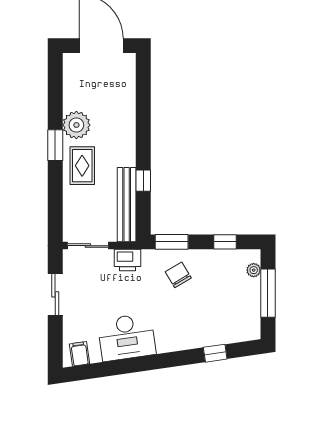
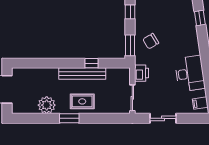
plant: (76, 125) -> (47, 105), moved
bench: (127, 205) -> (82, 74), moved

